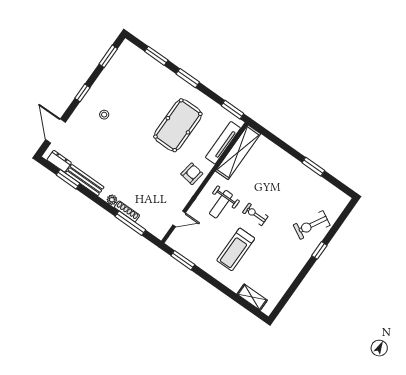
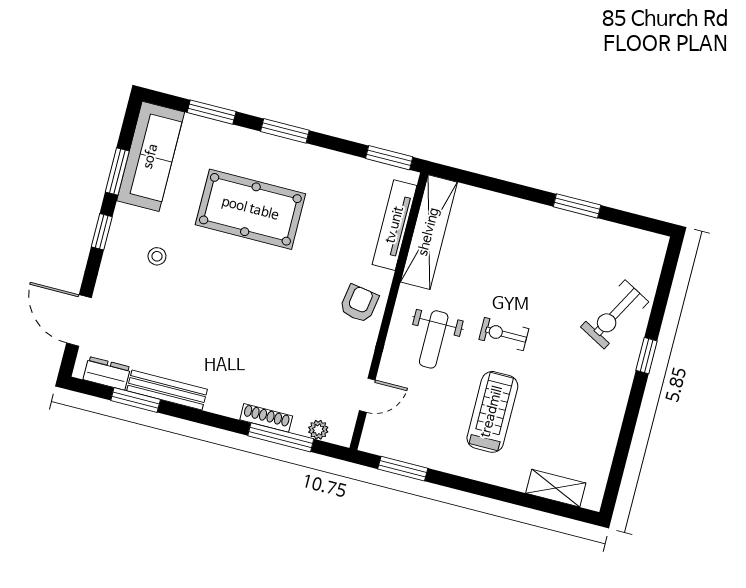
window: (108, 56) -> (117, 171), moved
sofa: (119, 66) -> (151, 156), added
pool table: (178, 125) -> (250, 209), moved, turned 90
plant: (112, 200) -> (318, 430), moved
treadmill: (236, 249) -> (492, 412), turned 180

